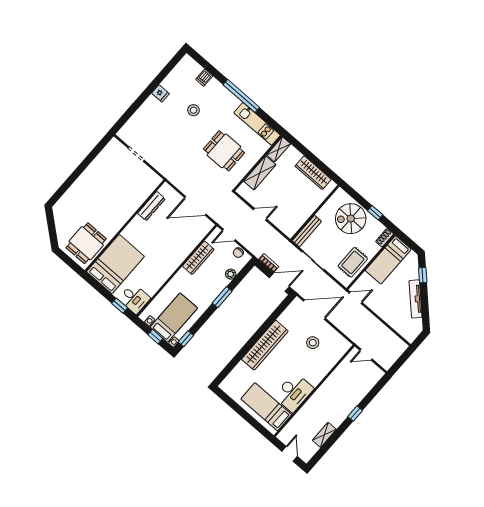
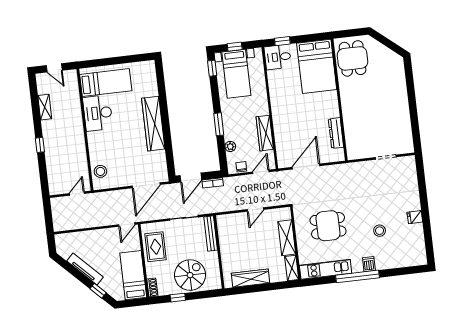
dishwasher: (204, 78) -> (369, 264), moved
stool: (313, 343) -> (100, 171), moved

